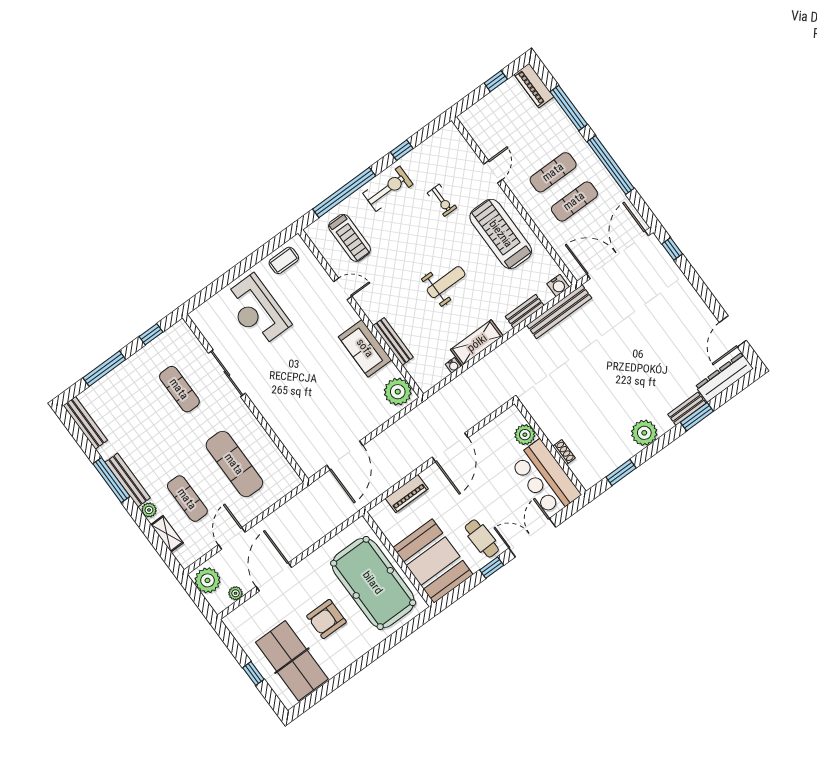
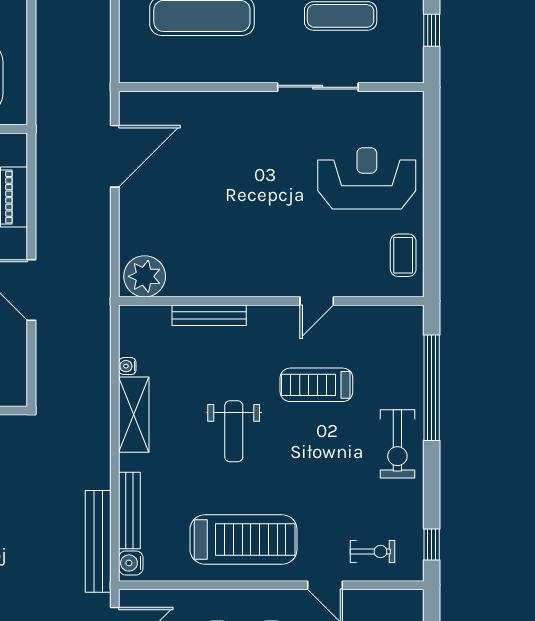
window: (402, 150) -> (432, 545), moved
exercise bike: (442, 200) -> (373, 552), moved, turned 180
treadmill: (350, 238) -> (316, 385), moved
bench: (525, 311) -> (129, 510), width x1.36
sofa: (365, 348) -> (226, 275), removed
door: (345, 455) -> (115, 156), swing flipped

